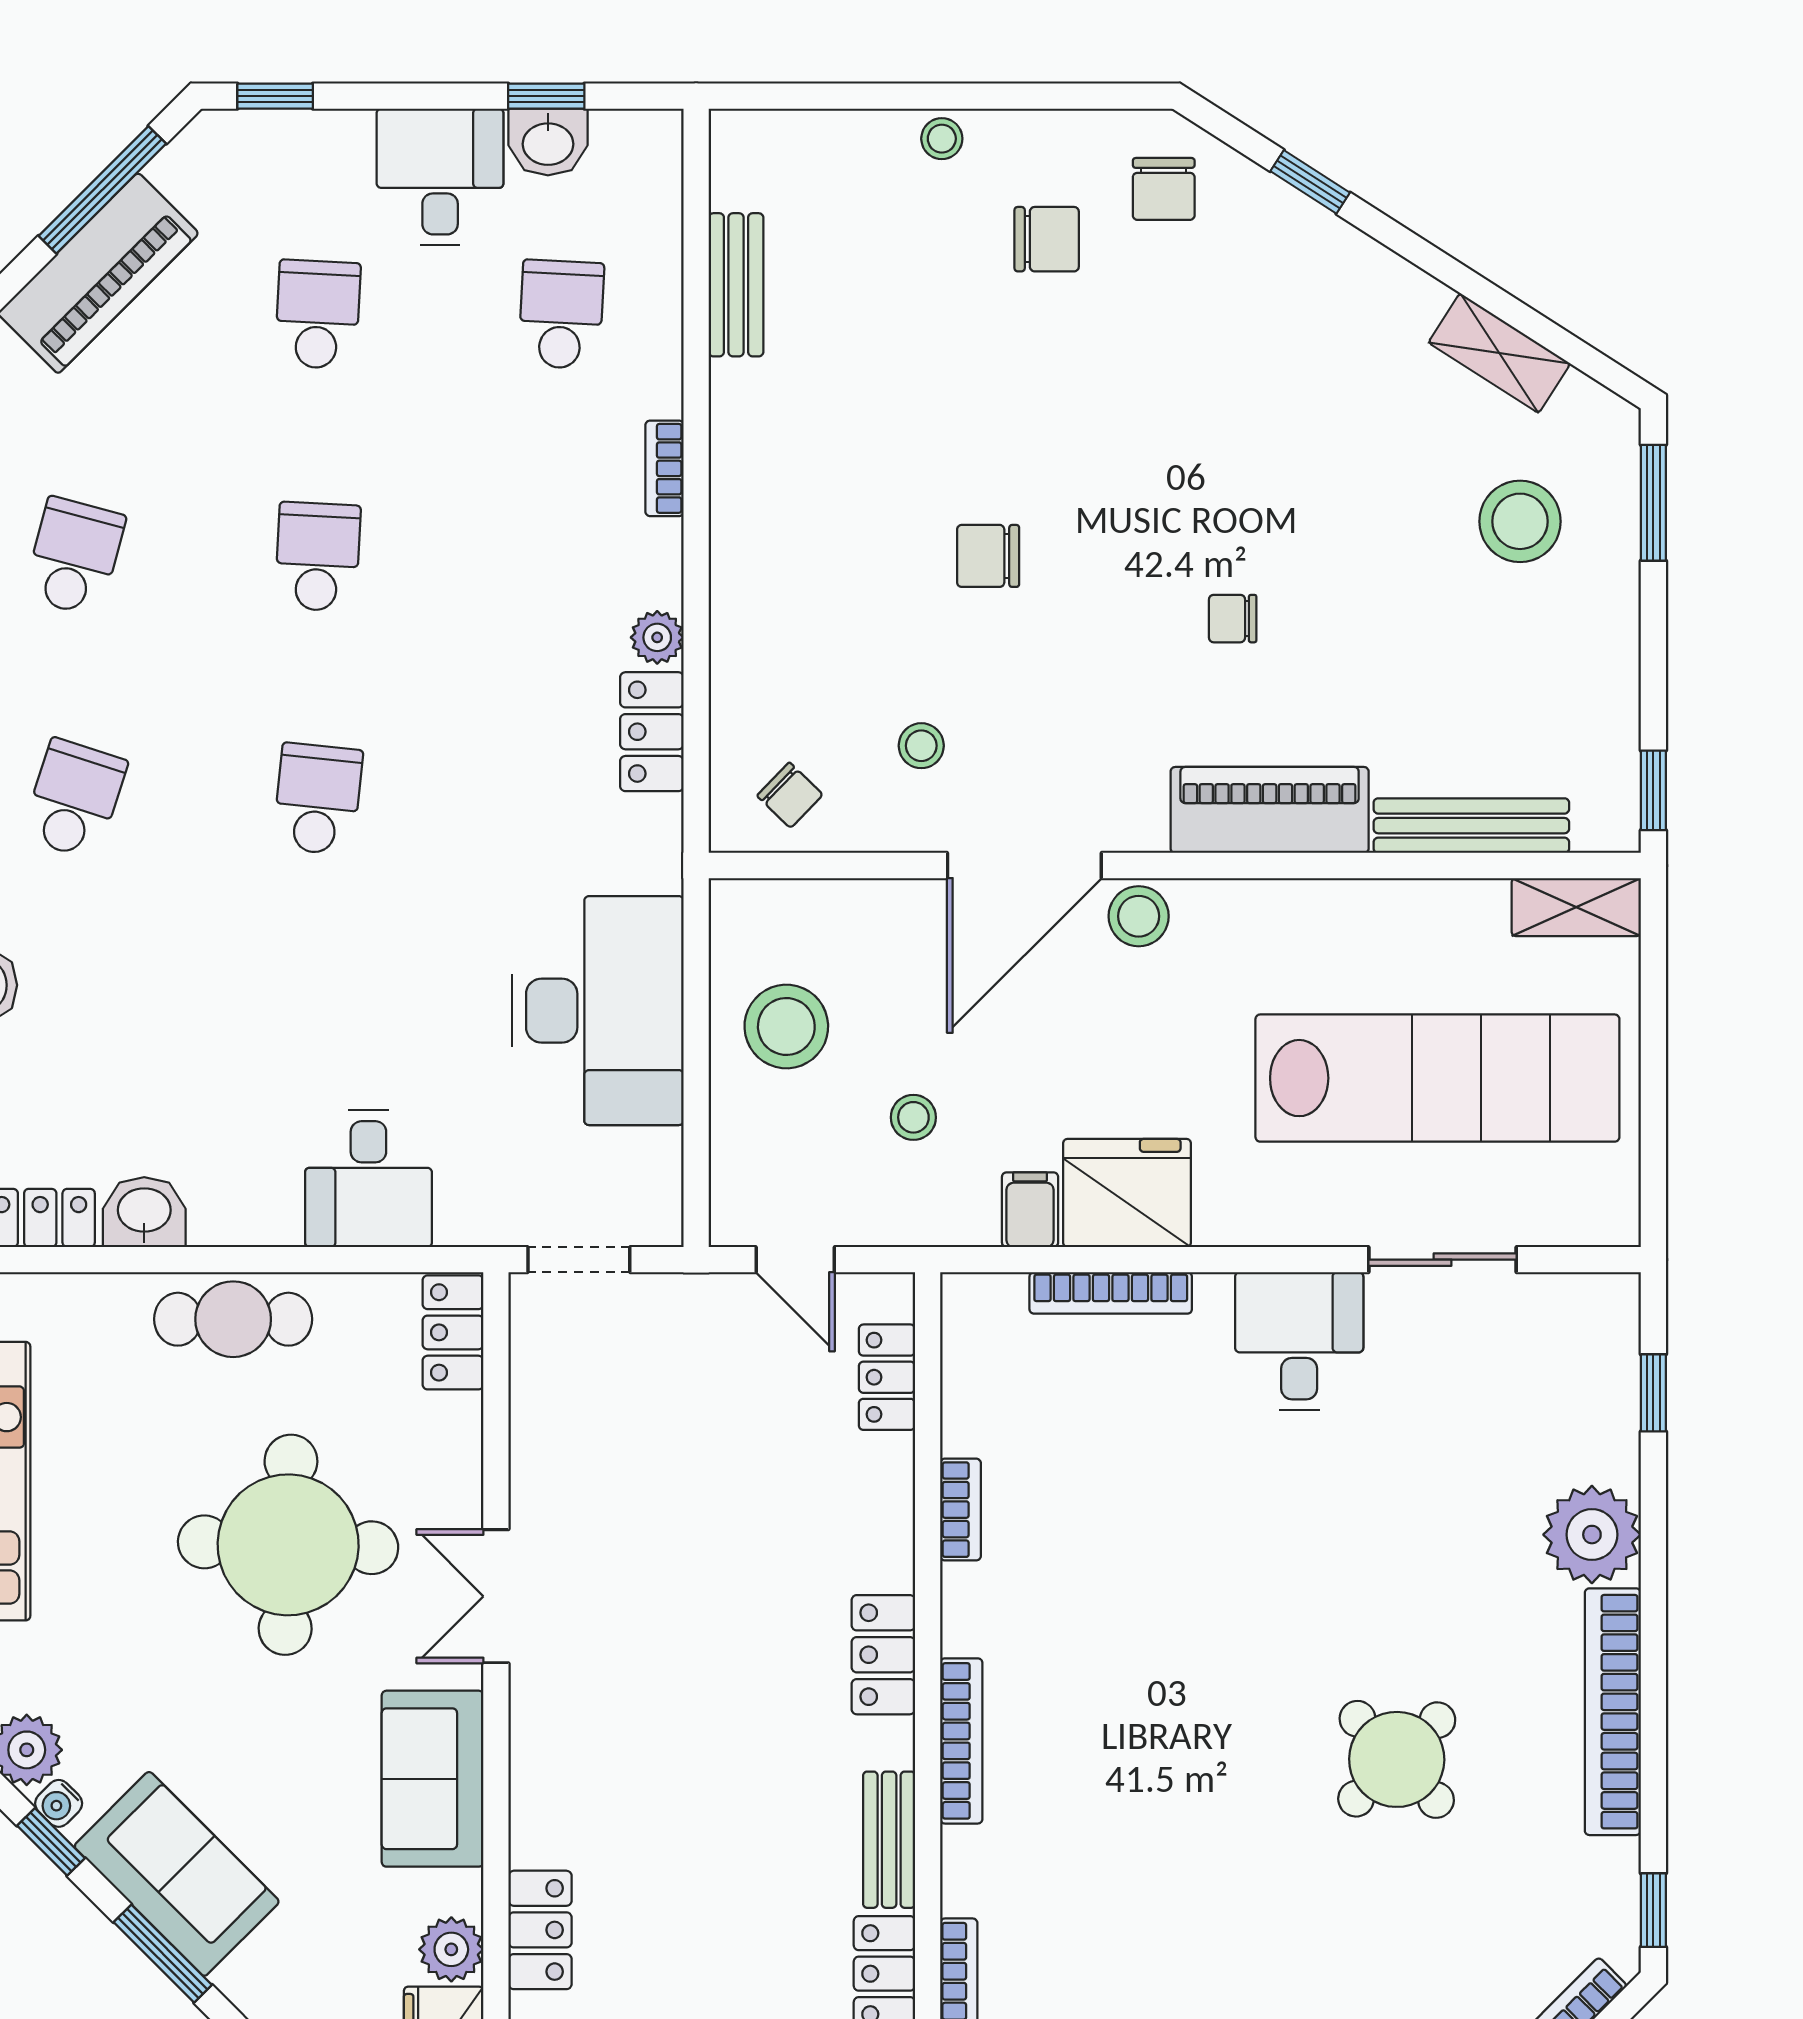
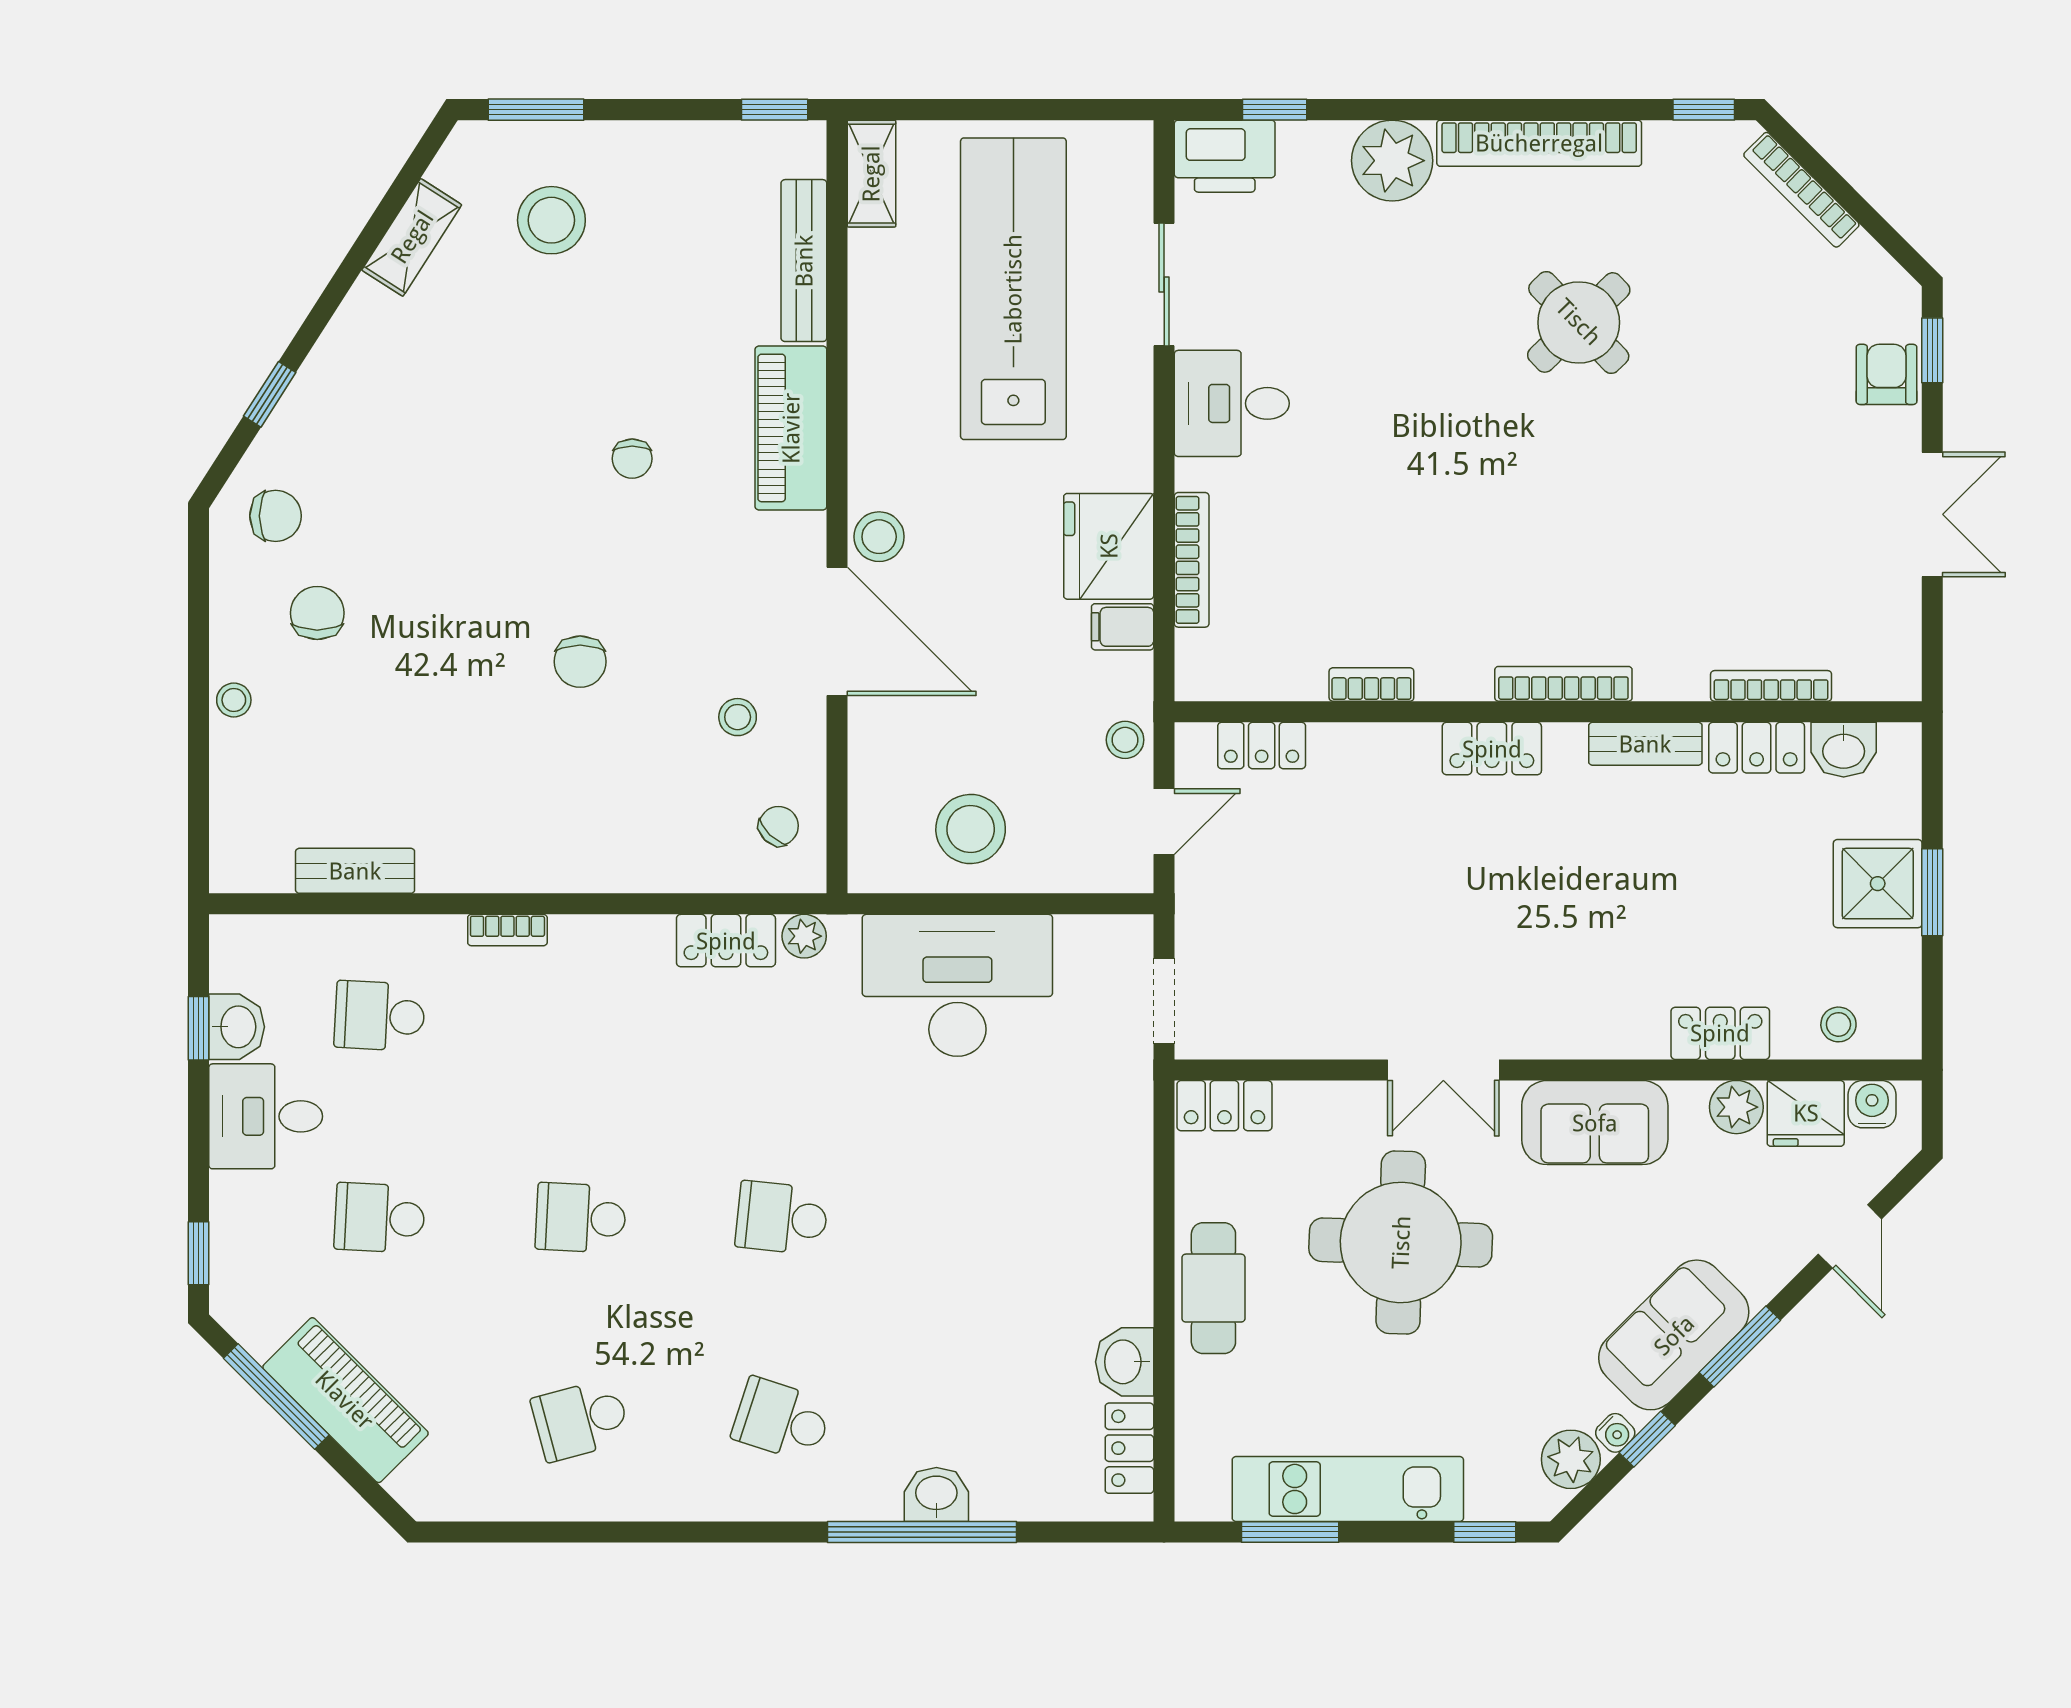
school desk: (74, 557) -> (581, 1420), turned -30
plant: (657, 637) -> (804, 936), moved
stool: (913, 1117) -> (1125, 740), moved
desk: (368, 1179) -> (1097, 1176), removed
printer: (1597, 1333) -> (1225, 156), added

